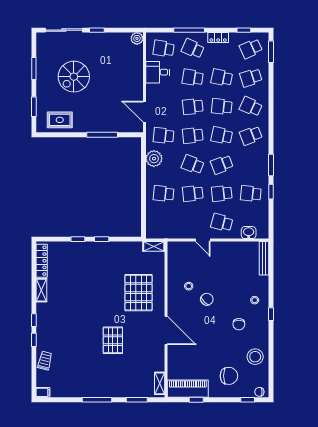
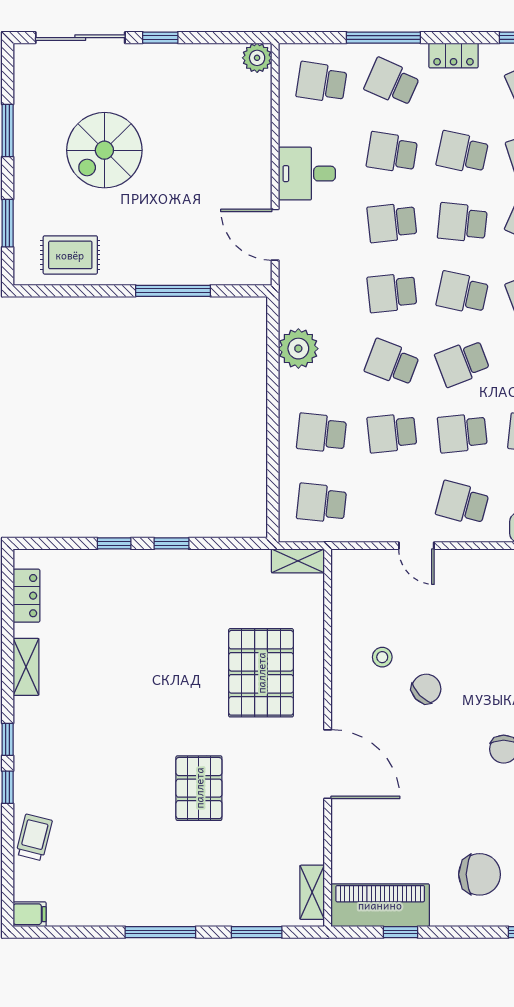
desk: (158, 72) -> (307, 174), moved
school desk: (164, 136) -> (322, 503), moved
locker: (42, 261) -> (26, 596), width x0.66

